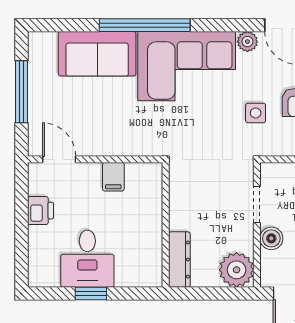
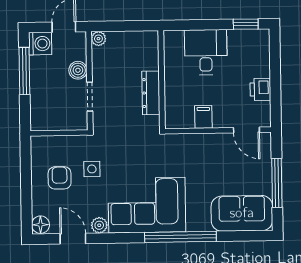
sofa: (97, 54) -> (242, 213), moved
desk: (87, 259) -> (206, 52), moved
dresser: (179, 260) -> (151, 93), moved
plant: (237, 270) -> (98, 39), width x0.53, depth x0.53
window: (91, 293) -> (246, 24), moved

